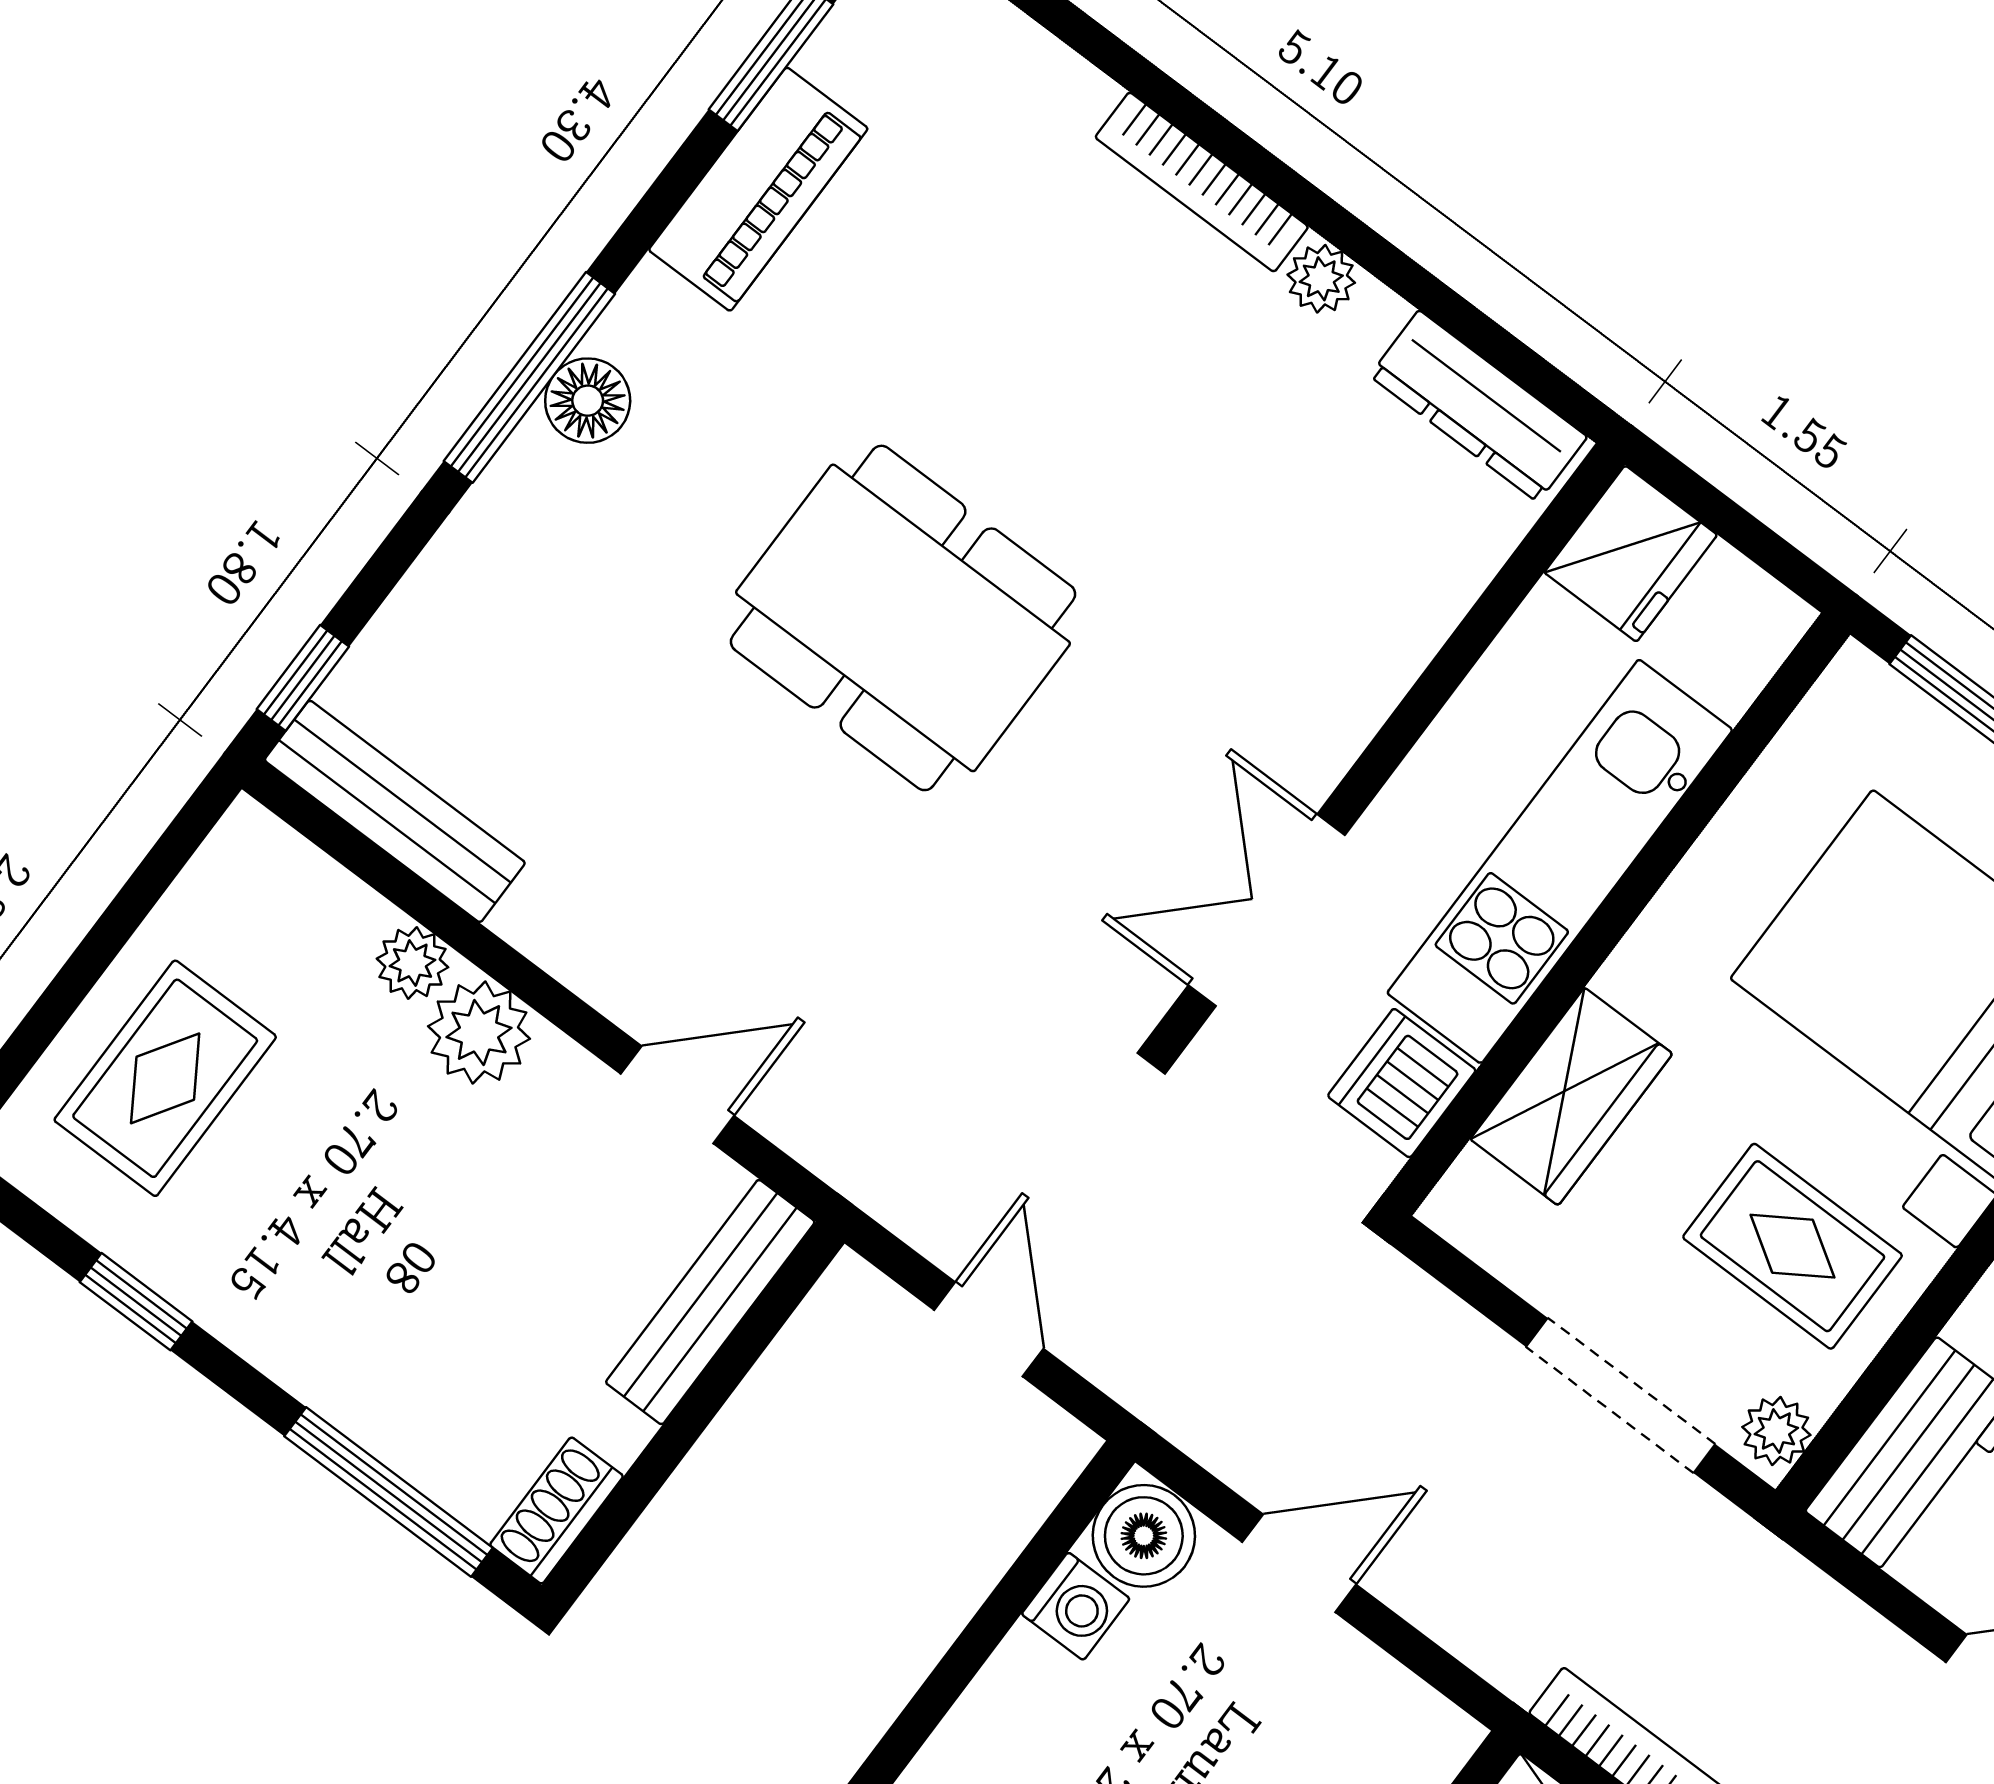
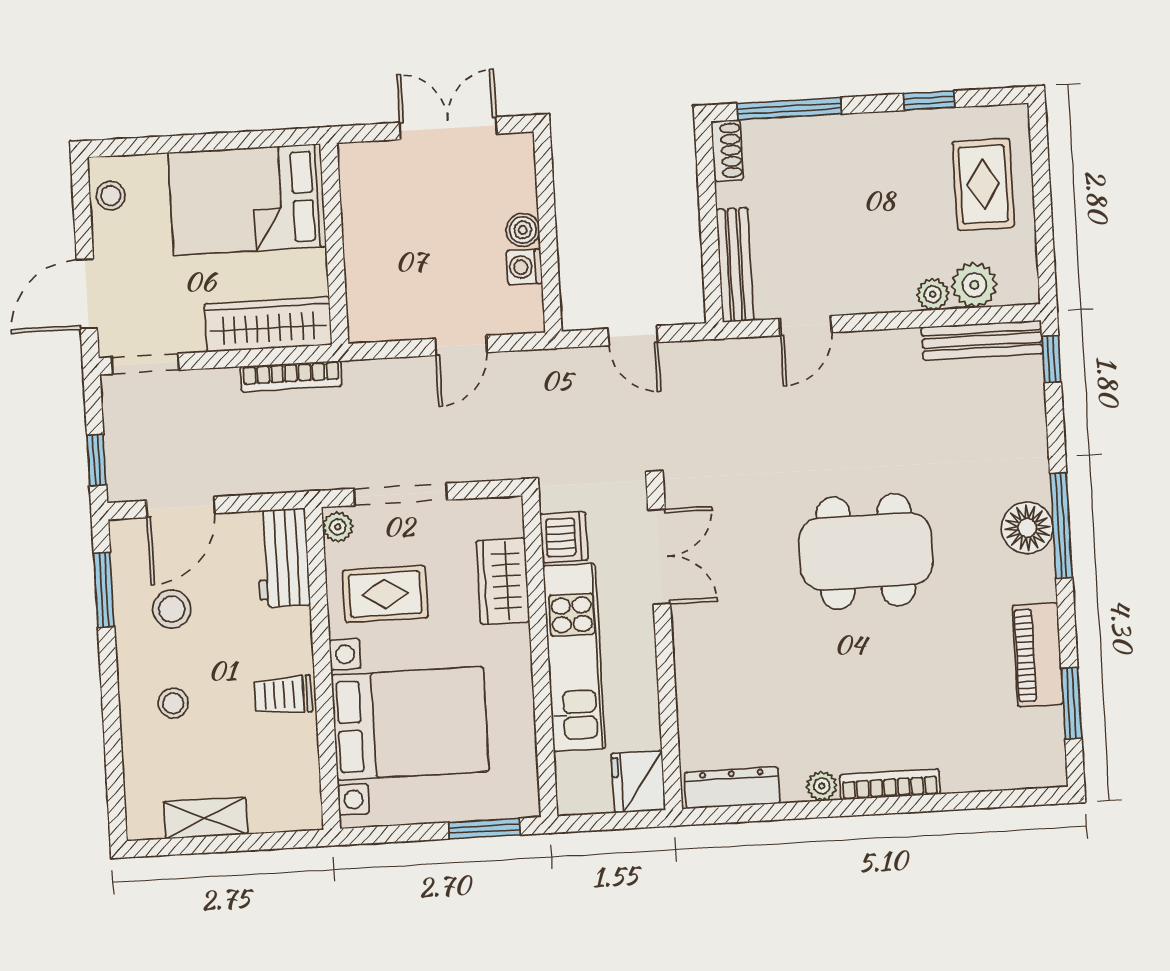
floor lamp: (588, 401) -> (1027, 528), width x1.38, depth x1.38
plant: (479, 1033) -> (974, 285), moved
boiler: (1144, 1536) -> (523, 230), moved, width x0.73, depth x0.73

